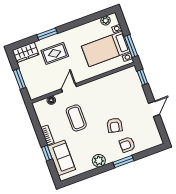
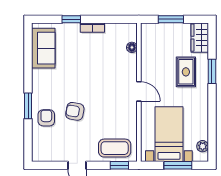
window: (131, 46) -> (178, 165), moved
door: (69, 88) -> (139, 91), moved
coffee table: (76, 118) -> (115, 148), moved
sofa: (61, 158) -> (43, 48), moved, turned -90
plant: (99, 161) -> (40, 77), removed

